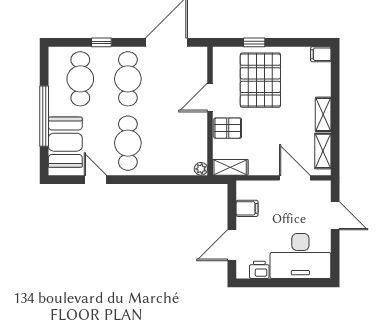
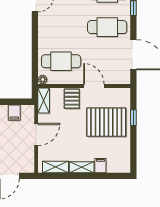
filing cabinet: (321, 54) -> (100, 166), moved
cafe table: (128, 143) -> (61, 61), moved
door: (295, 178) -> (36, 134), moved

